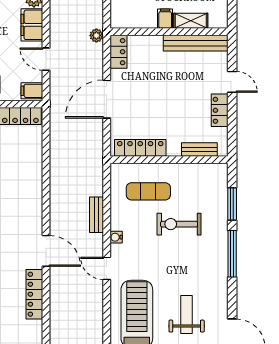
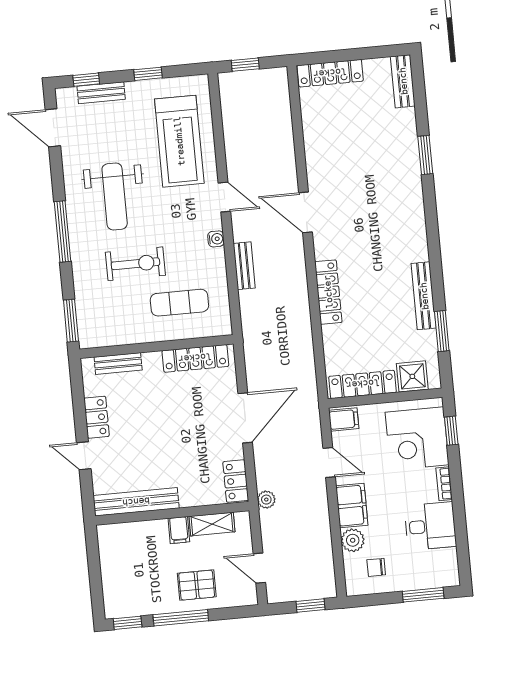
shelving: (191, 21) -> (212, 524), moved
window: (232, 204) -> (71, 321), moved
locker: (34, 294) -> (328, 292), moved
weight bench: (187, 315) -> (115, 196), moved, width x1.36, depth x1.33

